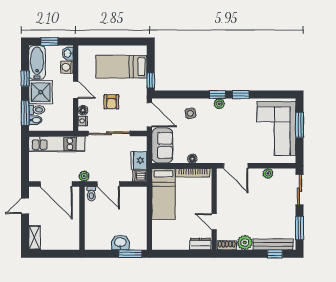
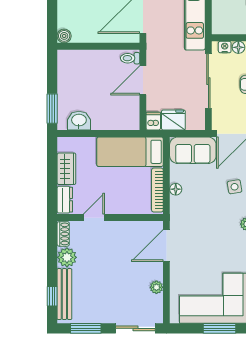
plant: (84, 176) -> (153, 49), removed
washbasin: (120, 243) -> (79, 121), moved, turned -90
wardrobe: (177, 243) -> (66, 169), added
boiler: (74, 245) -> (64, 36), added

